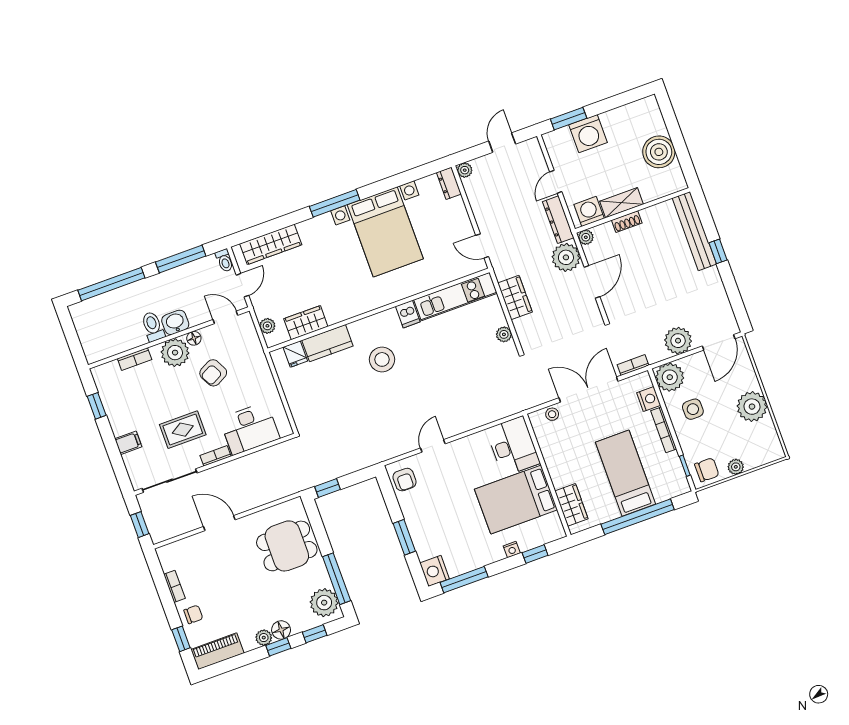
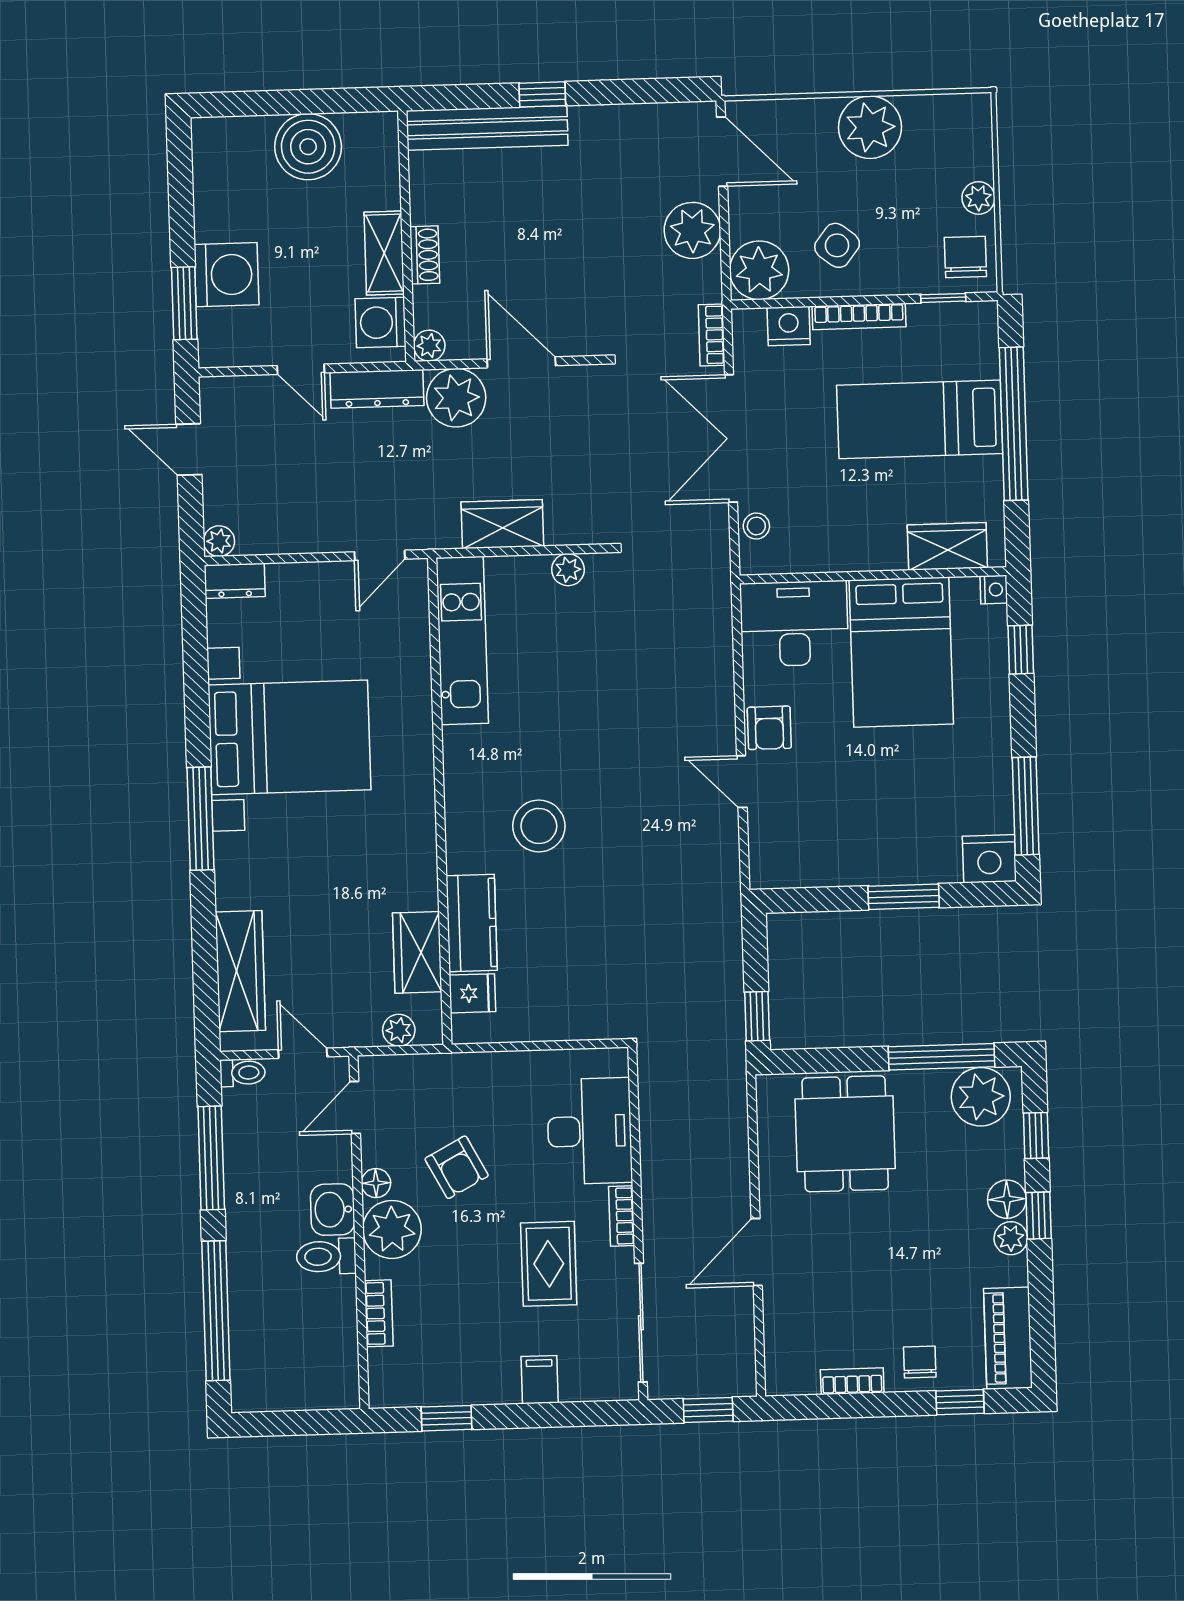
dishwasher: (408, 314) -> (466, 746), removed
side table: (693, 409) -> (837, 245), turned 38
armchair: (405, 480) -> (769, 728), moved, turned 90
nightstand: (512, 550) -> (994, 590), moved

